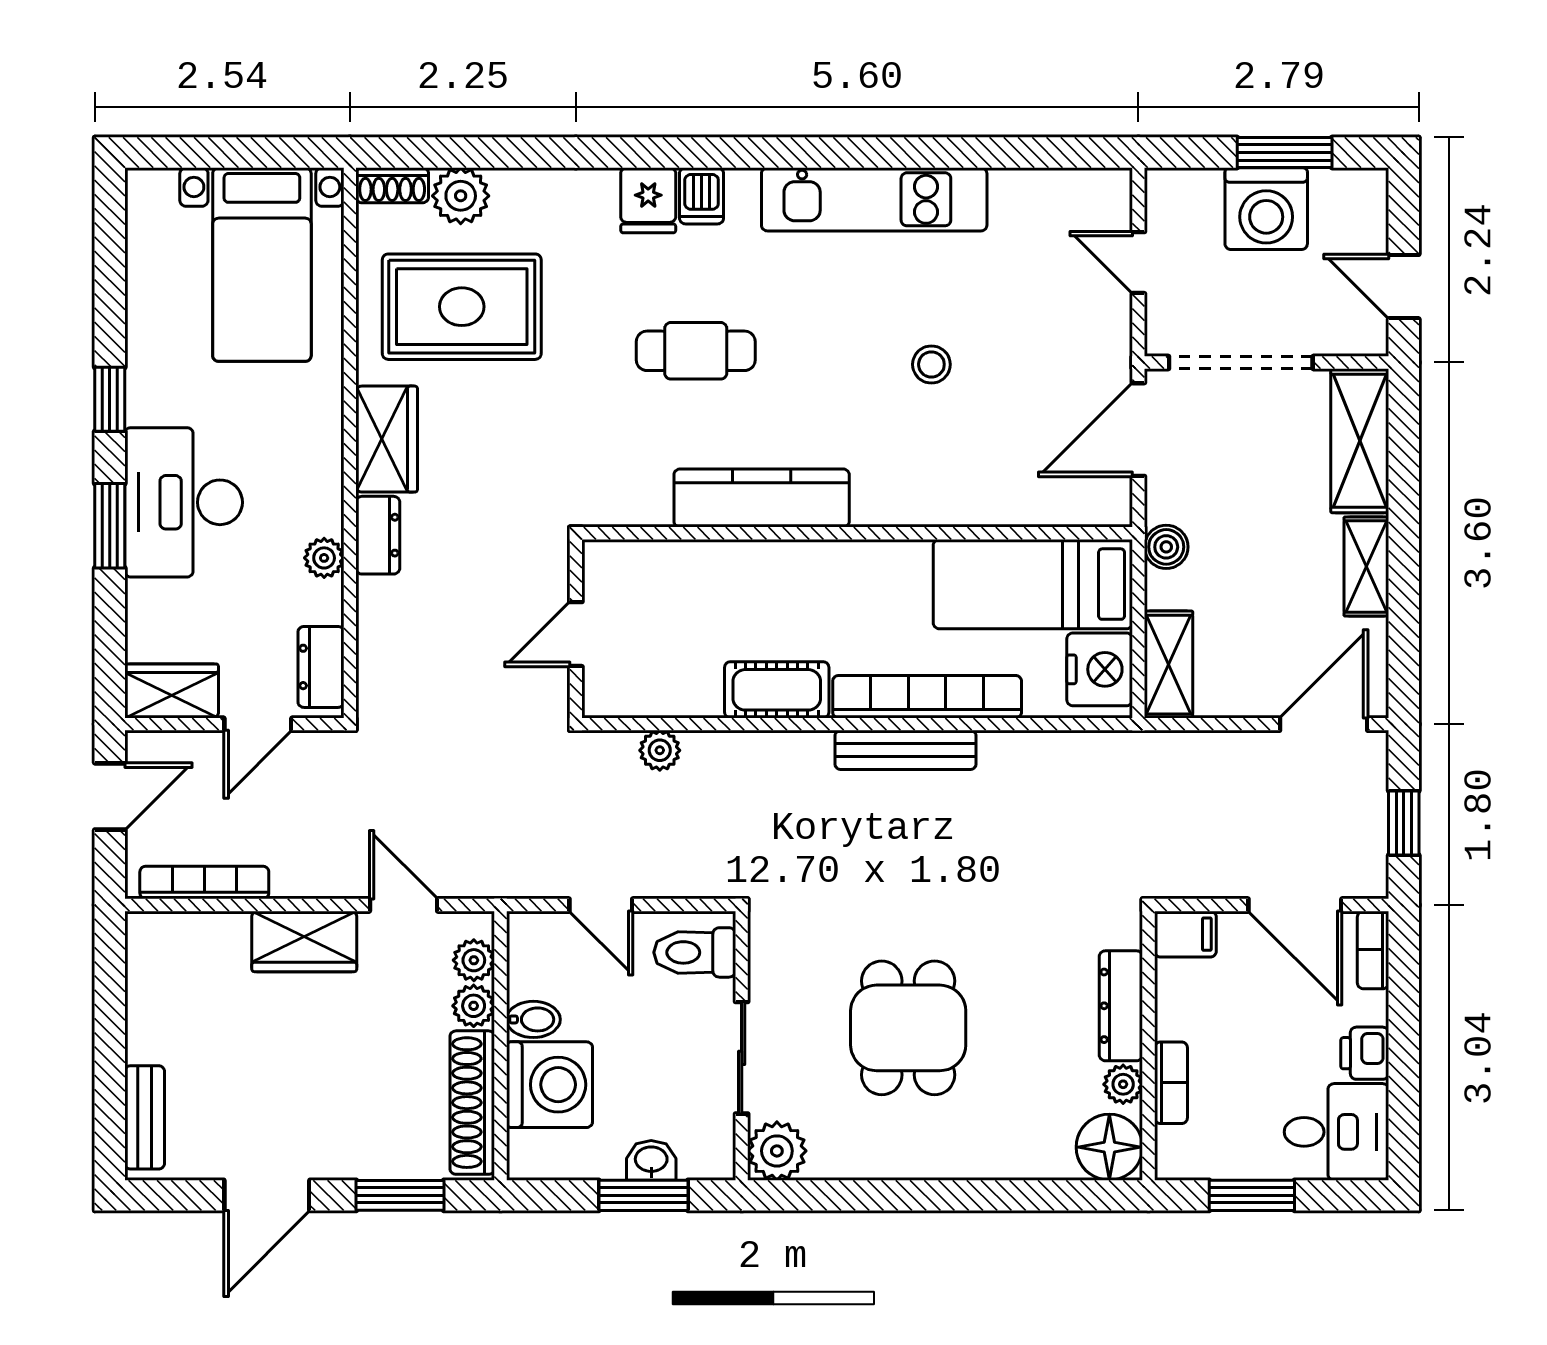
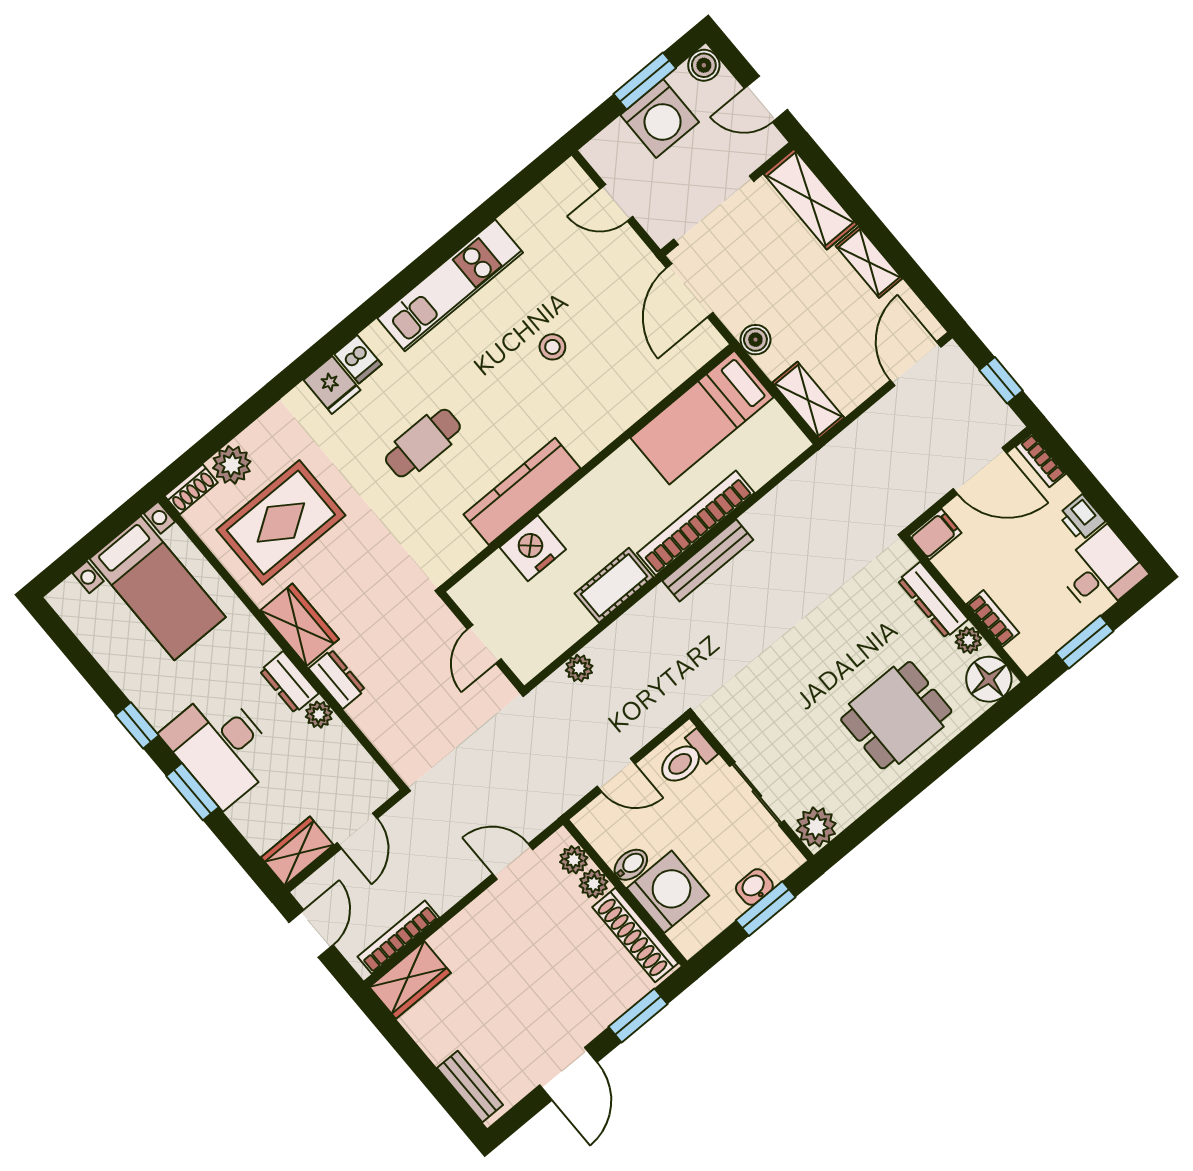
boiler: (1366, 190) -> (704, 65), added
dresser: (321, 667) -> (289, 682), moved
nightstand: (1100, 669) -> (533, 548), moved, turned -90
wardrobe: (304, 941) -> (410, 980), moved
dining table: (908, 1028) -> (896, 715), moved, turned 90

